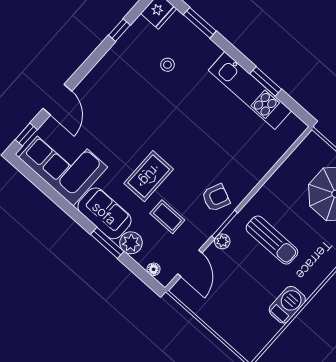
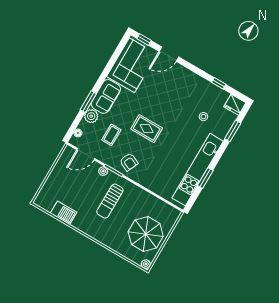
kitchen unit: (250, 91) -> (198, 170), width x1.36
rug: (149, 176) -> (147, 129), moved
barbecue: (287, 305) -> (63, 213), moved

